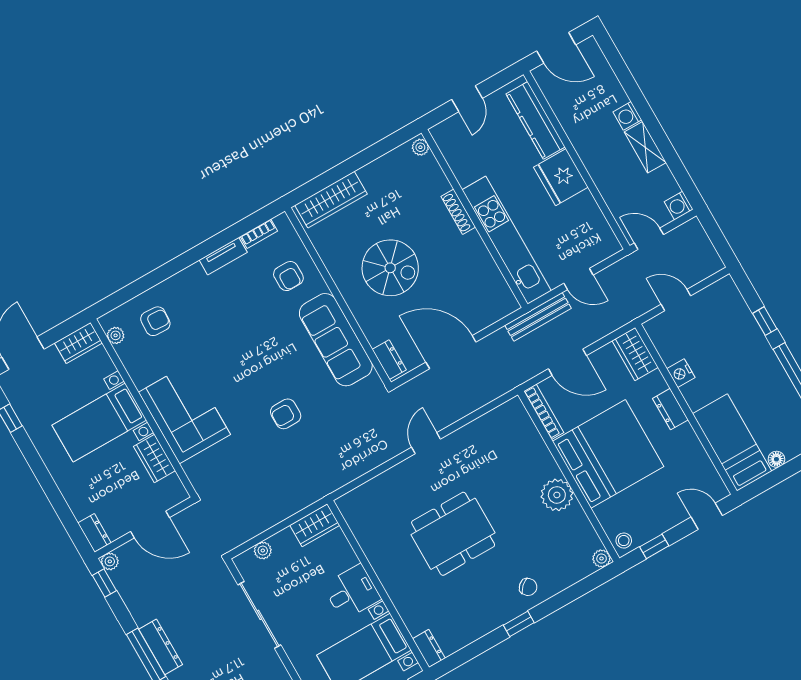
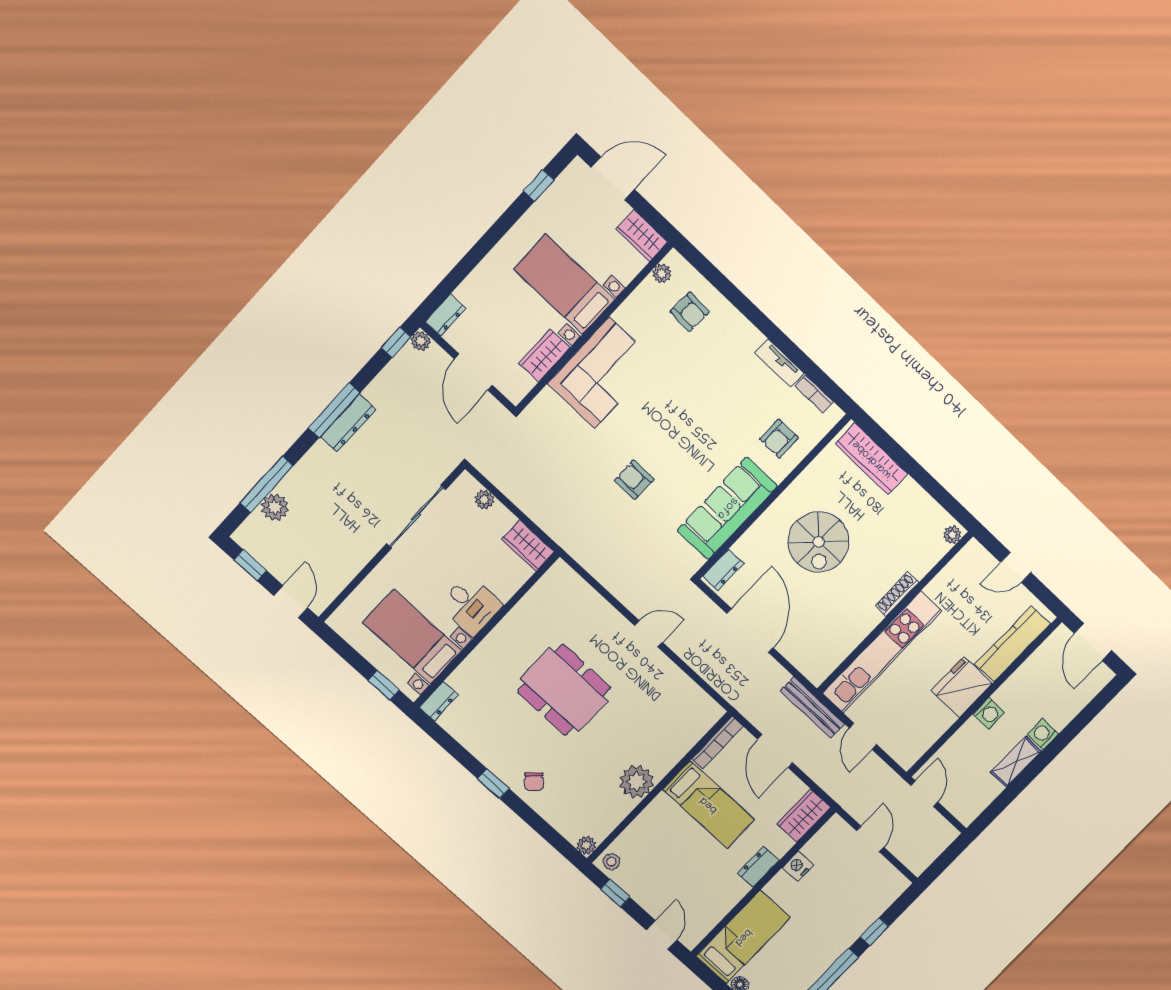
washing machine: (679, 206) -> (989, 713), moved, turned 180
bed: (608, 454) -> (709, 805), width x0.49

